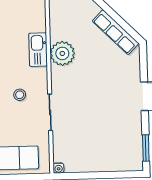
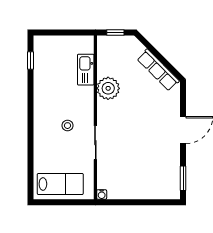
kitchen sink: (38, 50) -> (86, 70), moved

